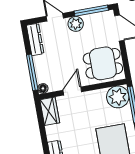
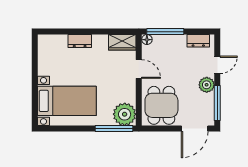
dresser: (35, 39) -> (198, 41), width x0.70

